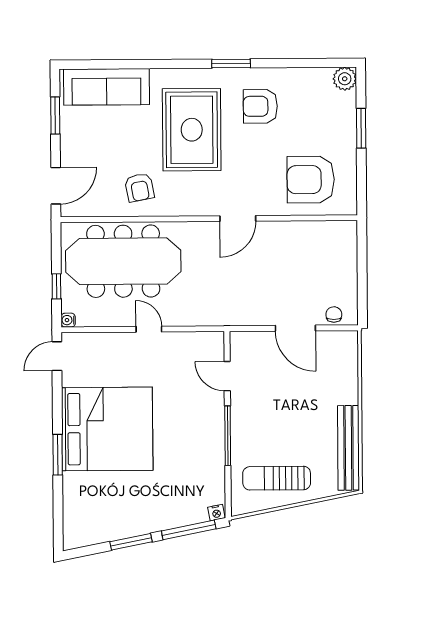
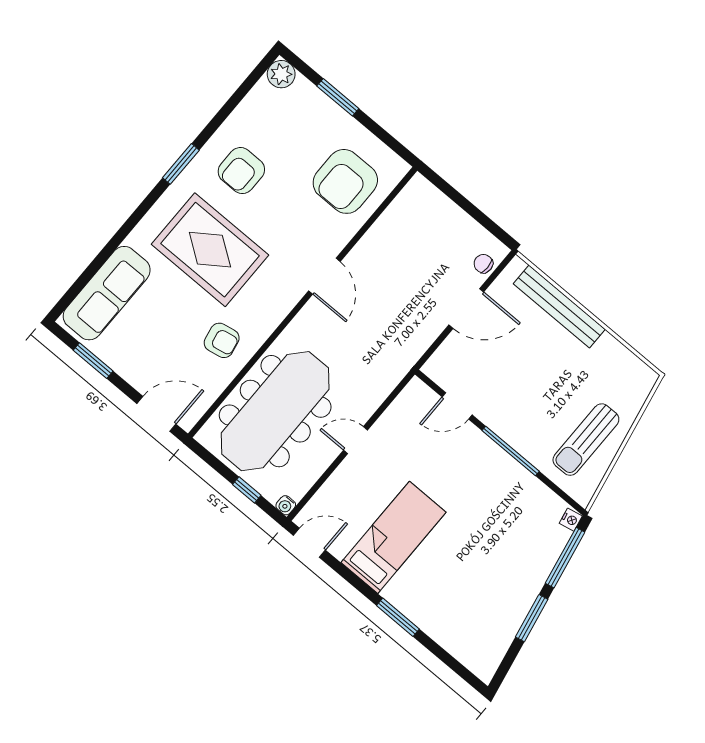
door: (56, 186) -> (156, 414), hinge flipped
door: (57, 356) -> (309, 543), swing flipped
bed: (107, 429) -> (394, 537), width x0.49
bench: (348, 448) -> (559, 307), moved

